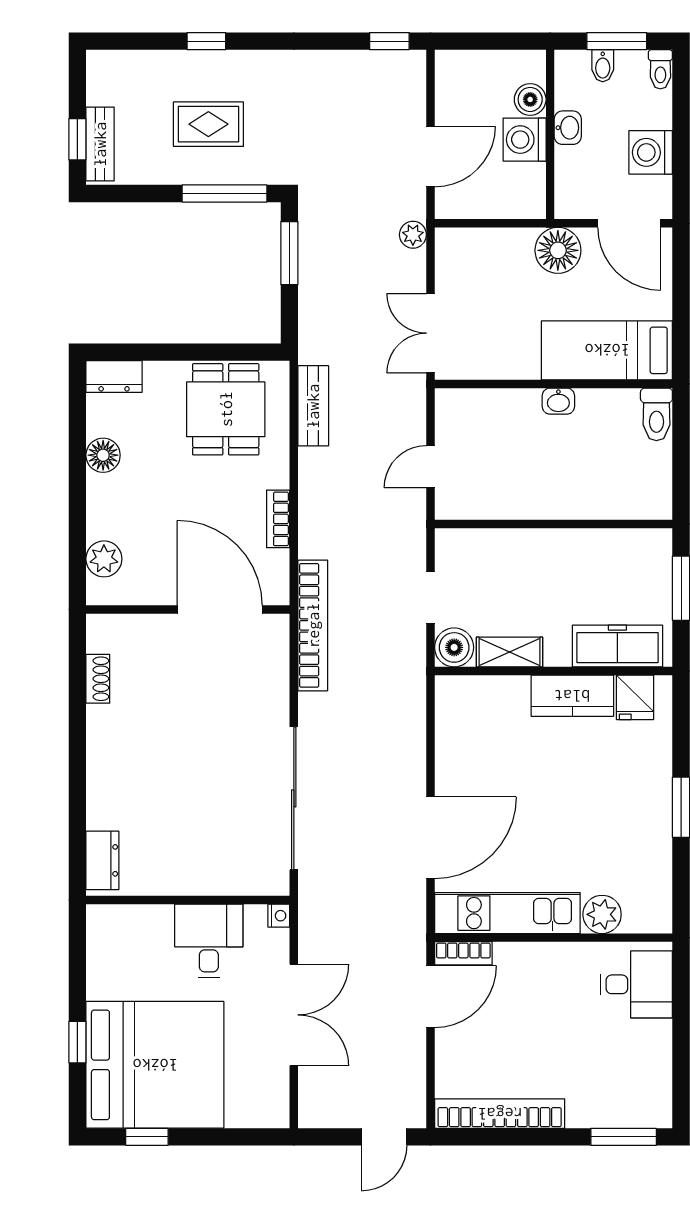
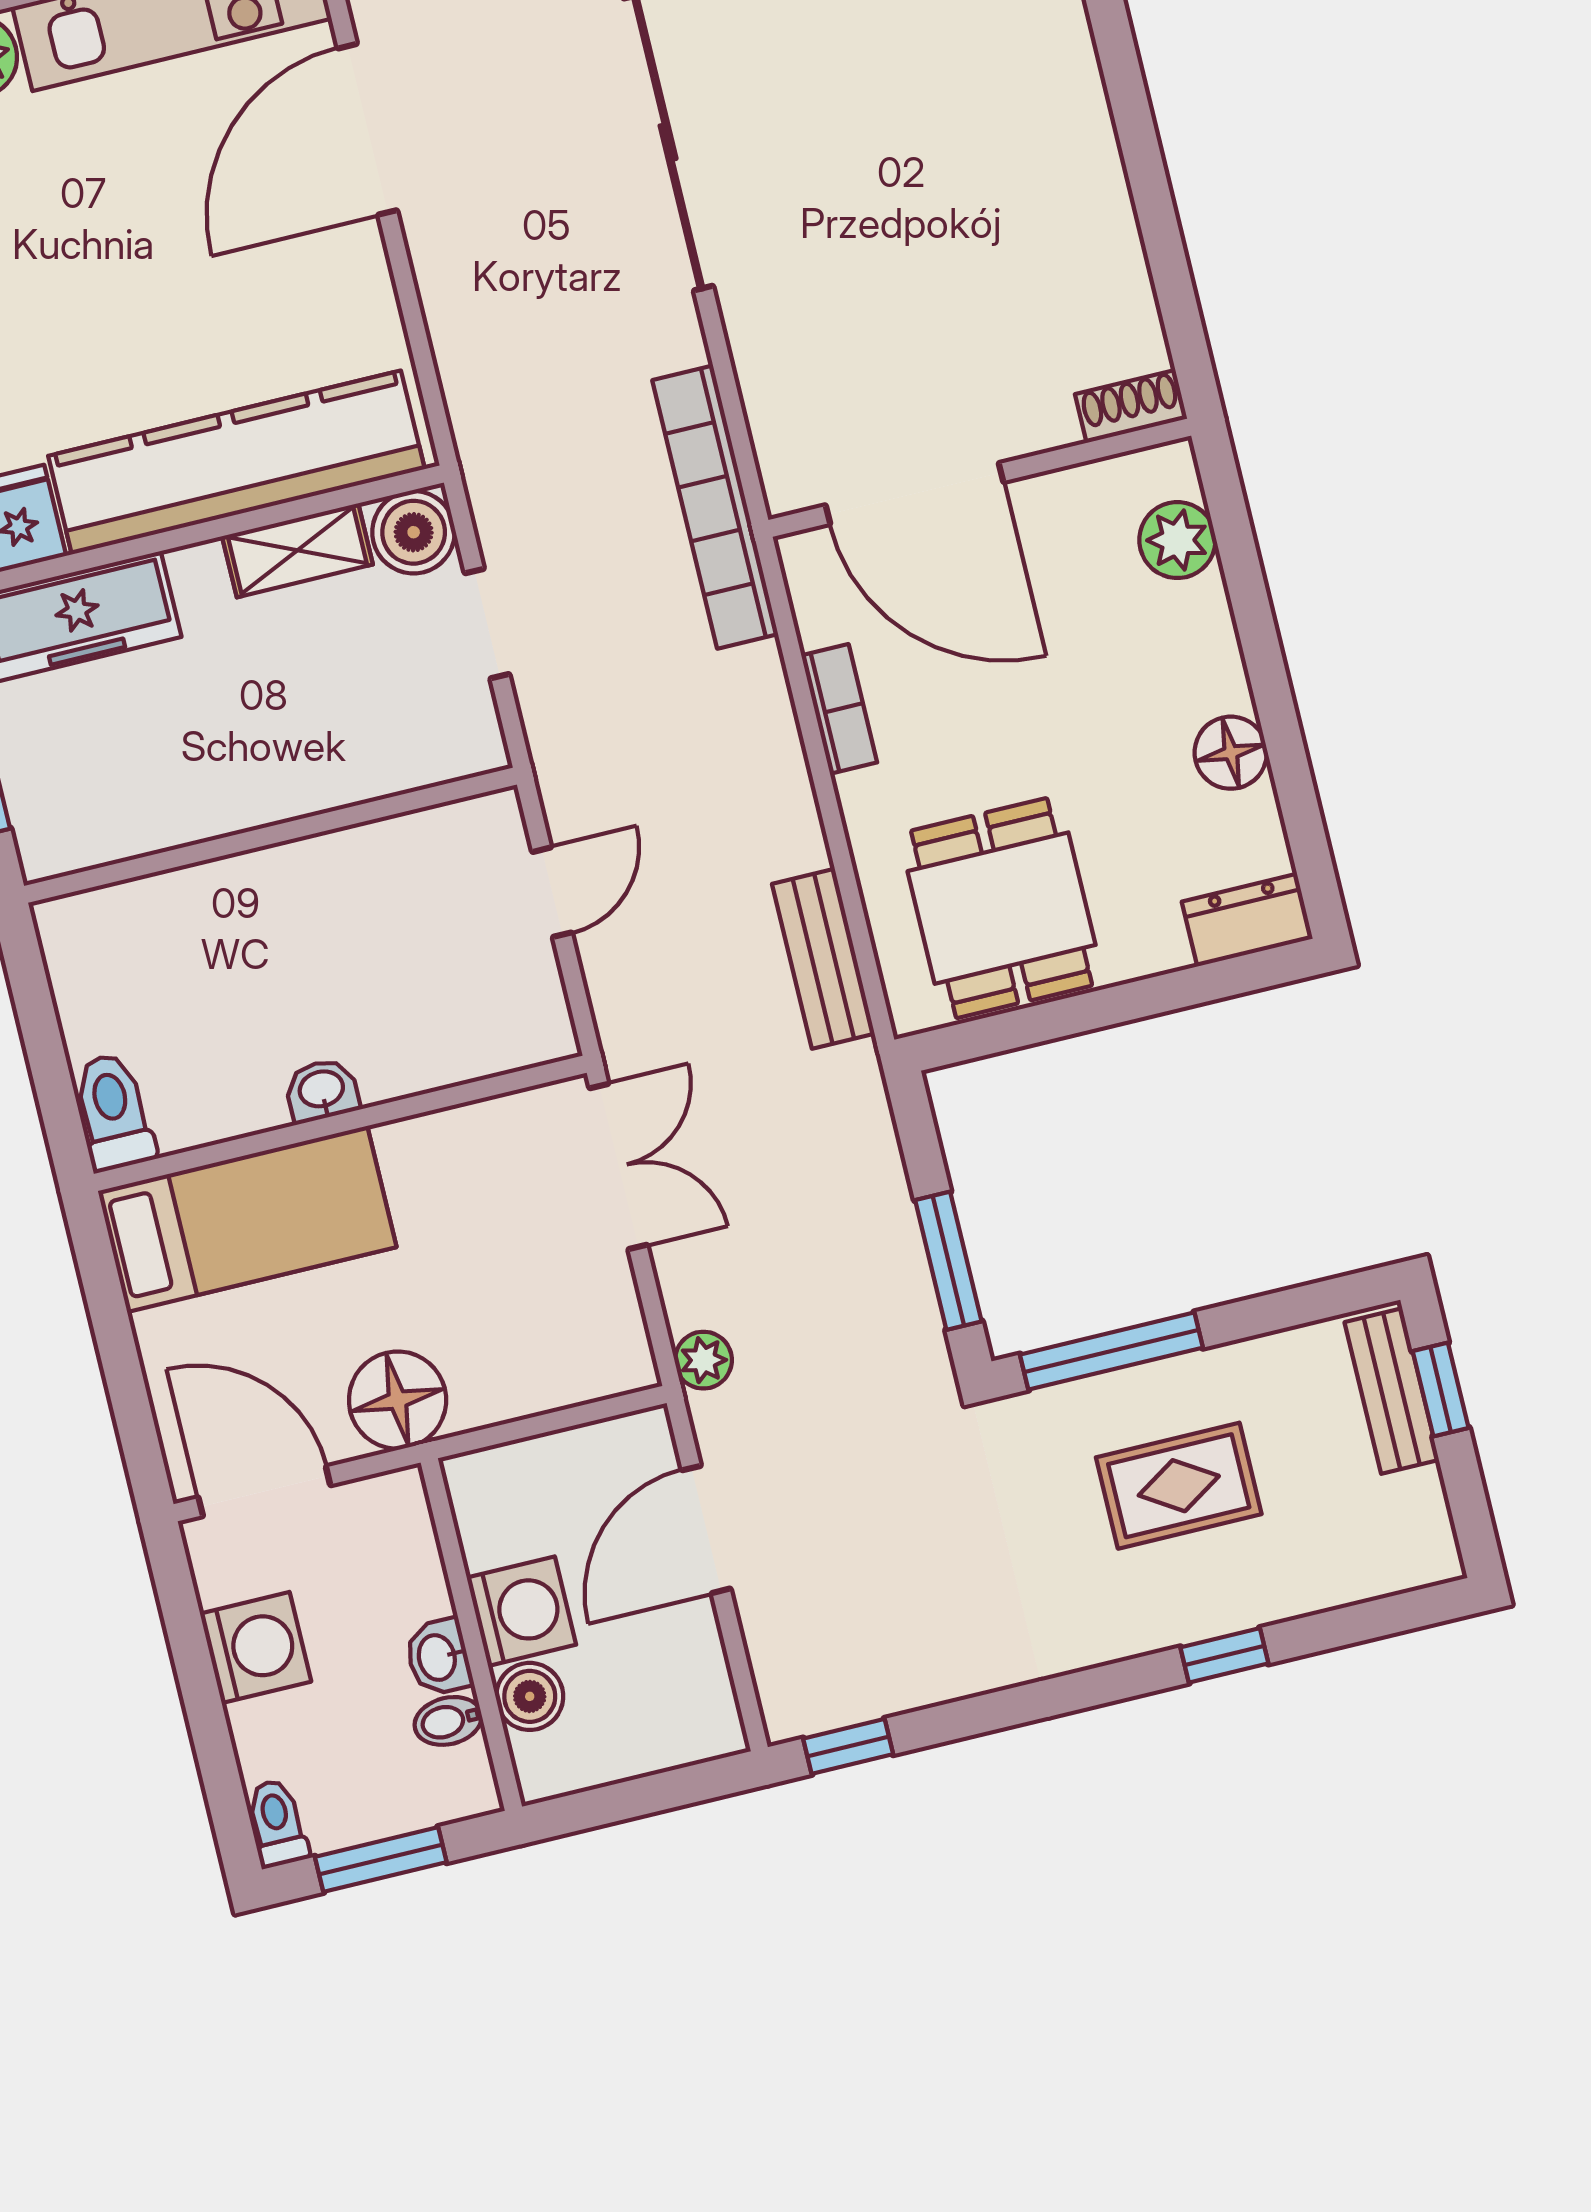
bidet: (603, 66) -> (448, 1721), moved, turned -90
shoe rack: (98, 679) -> (1131, 406), moved, turned 90
kitchen counter: (572, 696) -> (236, 462), width x2.08, depth x1.17

